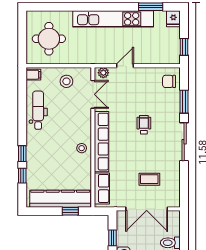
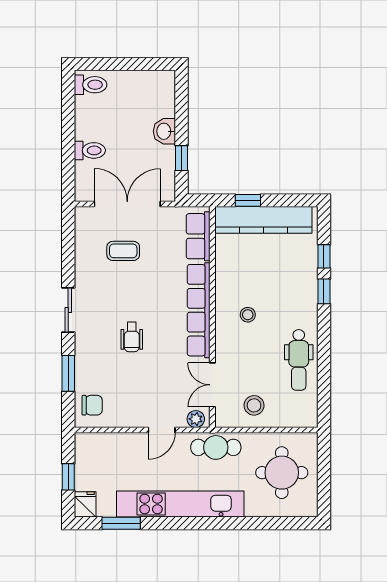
window: (184, 47) -> (68, 477), moved
cafe table: (91, 55) -> (216, 447), added
filing cabinet: (33, 75) -> (306, 416), removed
sliding door: (184, 142) -> (68, 310), width x0.73
stool: (82, 148) -> (248, 315), moved

